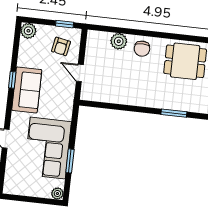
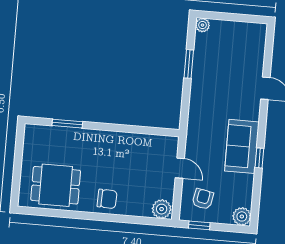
plant: (119, 41) -> (162, 209), moved
chair: (142, 49) -> (107, 199), turned 92
corner sofa: (48, 148) -> (215, 78), removed

